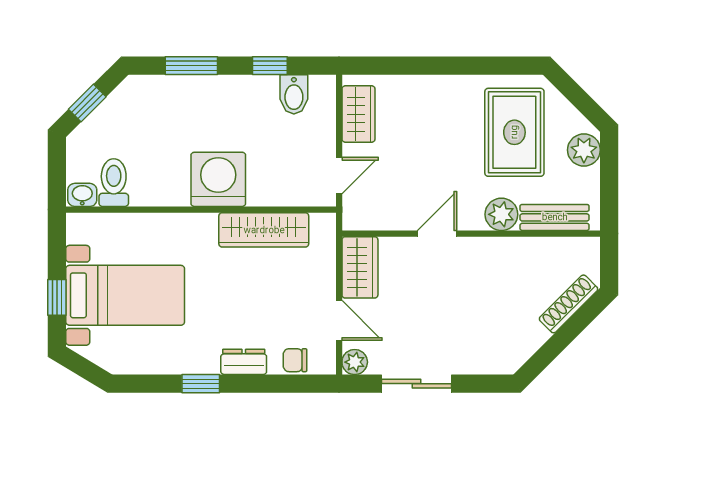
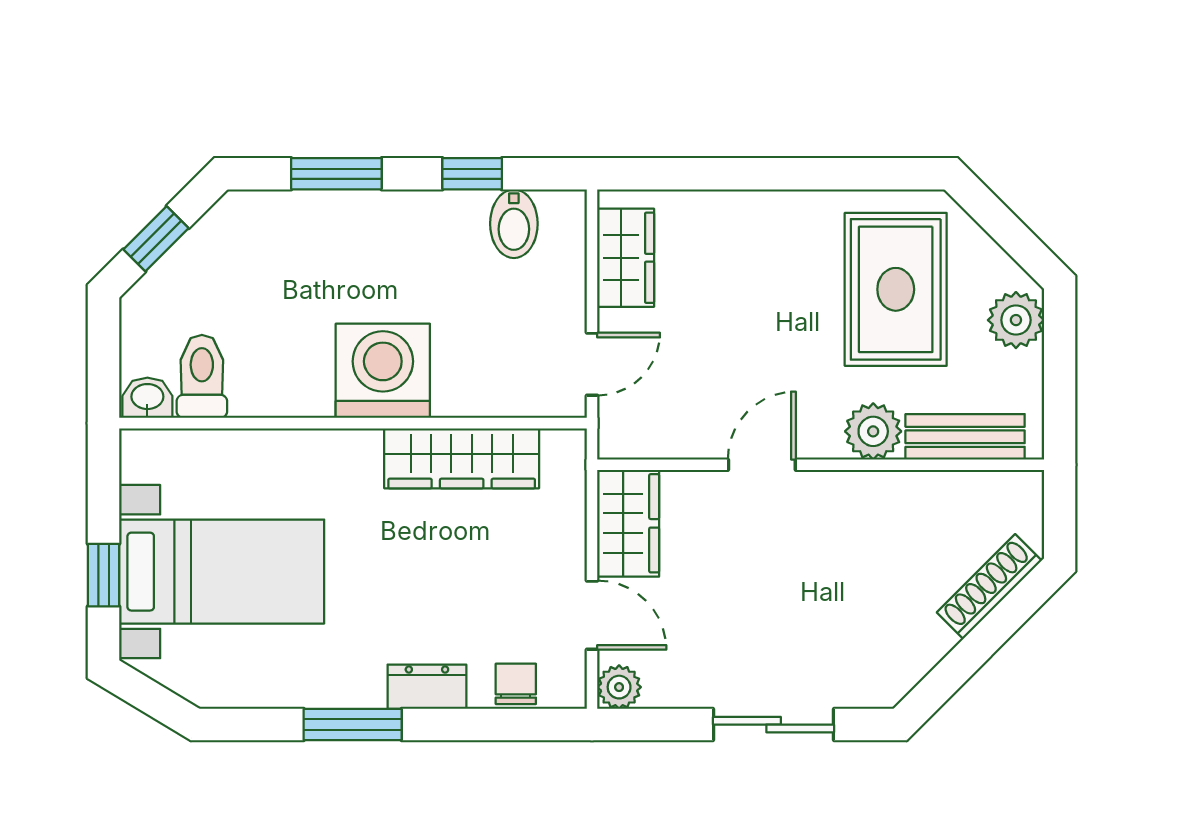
chair: (295, 360) -> (516, 684), turned 90
window: (201, 384) -> (353, 725), width x1.50
sliding door: (416, 384) -> (774, 725), moved

